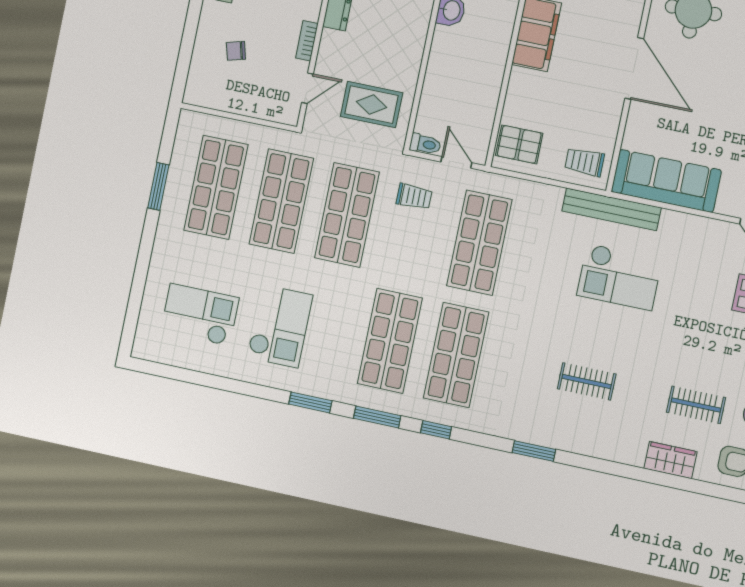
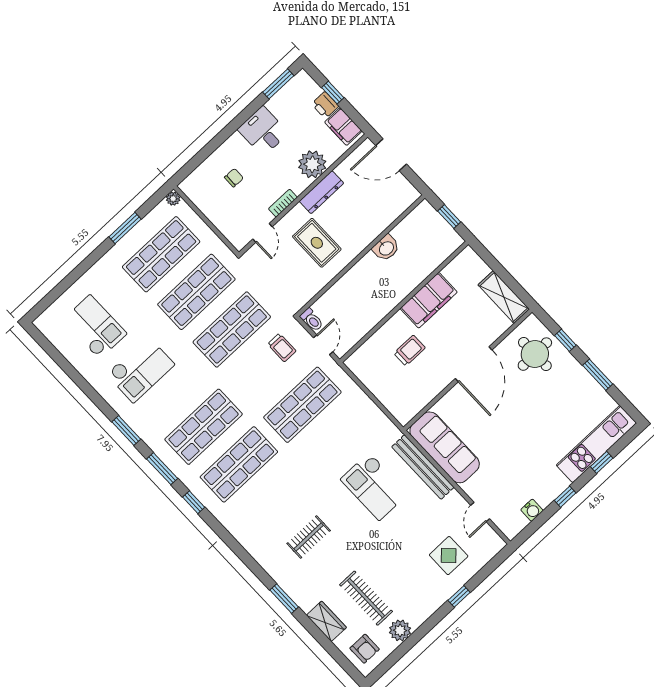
chair: (236, 51) -> (234, 178), turned 106
door: (307, 88) -> (262, 233), hinge flipped
rug: (371, 105) -> (317, 243), moved
plant: (187, 119) -> (173, 199), added
pallet: (519, 144) -> (370, 361), removed
trolley: (585, 162) -> (410, 350), moved, turned 90
bench: (611, 209) -> (423, 467), moved
clothes rail: (587, 381) -> (309, 537), turned 90
clothes rail: (696, 405) -> (366, 598), width x1.36
window: (534, 451) -> (284, 599), moved

